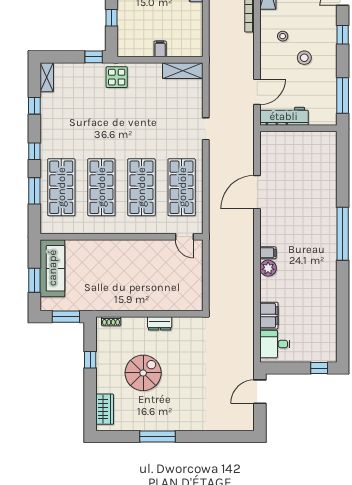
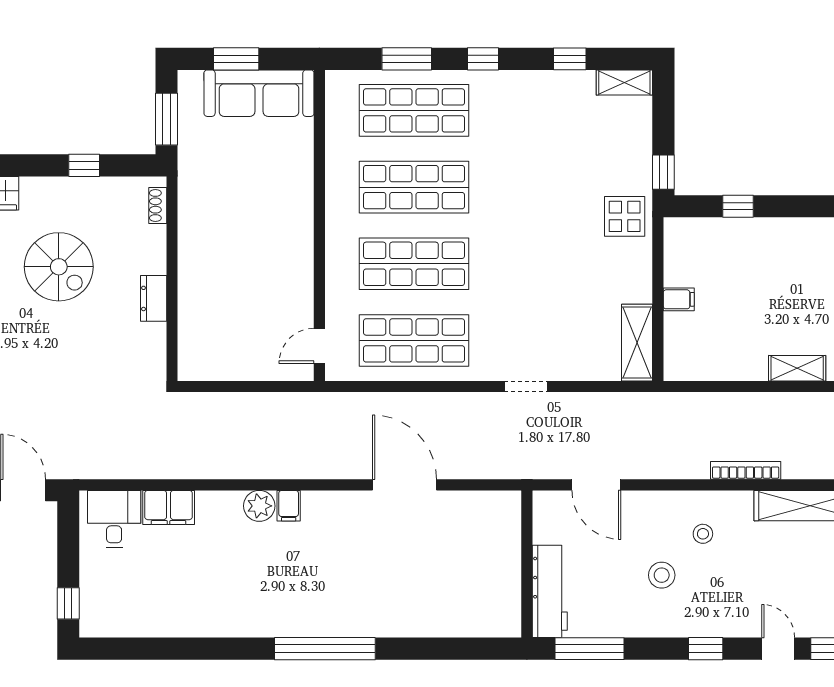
workbench: (284, 116) -> (550, 591), moved

